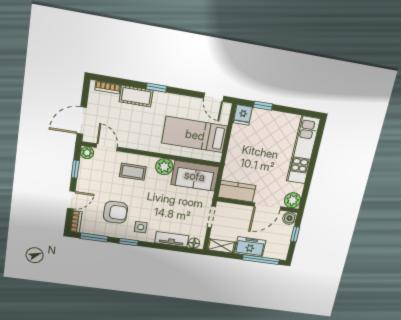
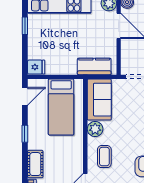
window: (157, 88) -> (25, 134), moved
window: (263, 106) -> (25, 26), moved
kitchen counter: (237, 191) -> (94, 66), moved, turned 90

